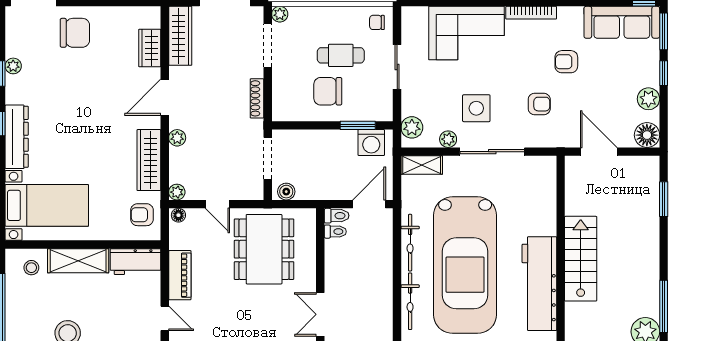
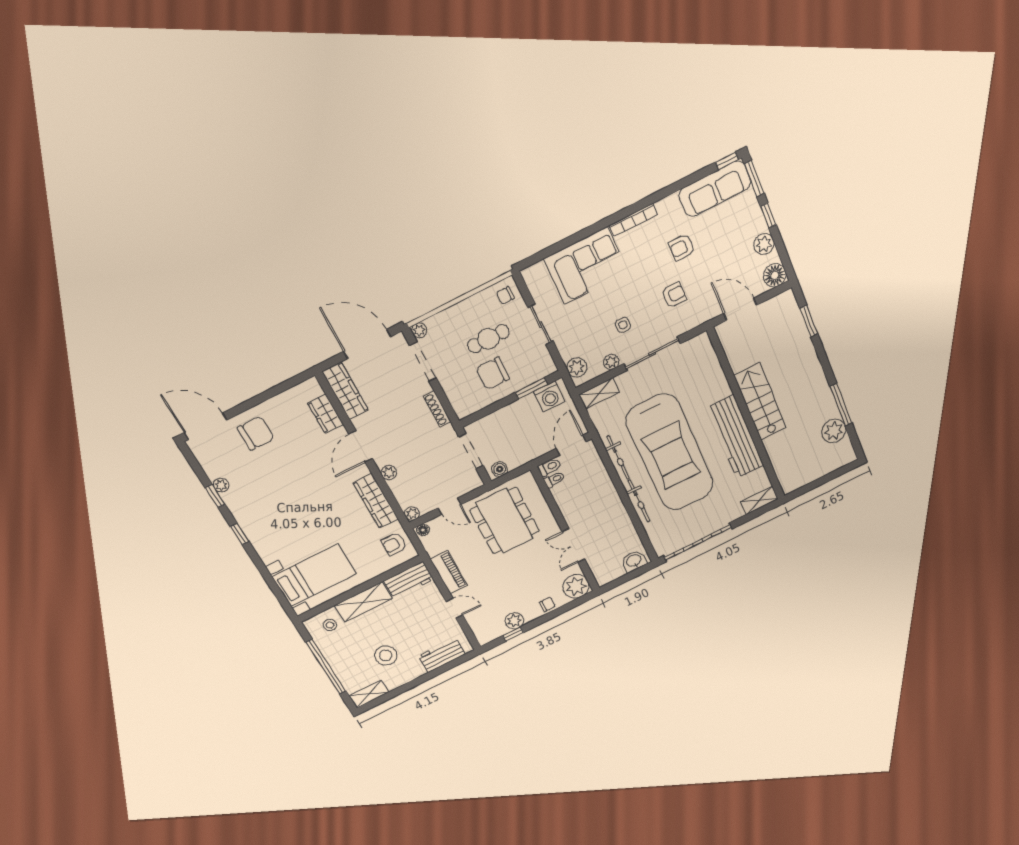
side table: (476, 108) -> (623, 325), width x0.54, depth x0.54
dresser: (17, 137) -> (258, 537), removed

